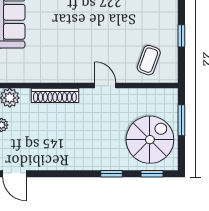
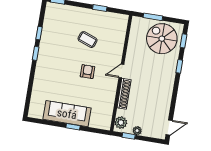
armchair: (80, 33) -> (87, 72), added
coffee table: (149, 60) -> (88, 40), moved
door: (105, 85) -> (121, 71), moved

